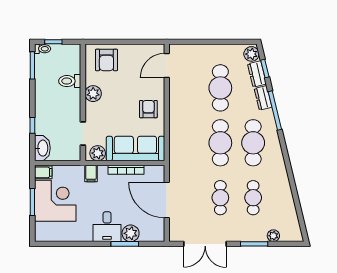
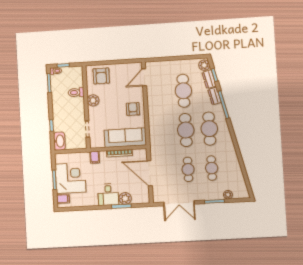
plant: (98, 153) -> (99, 142), removed
filing cabinet: (43, 172) -> (63, 199), moved

